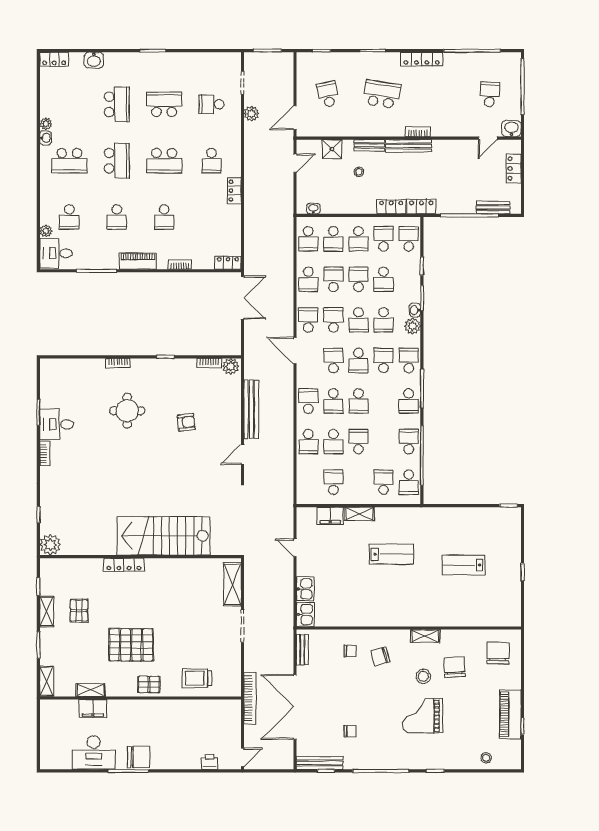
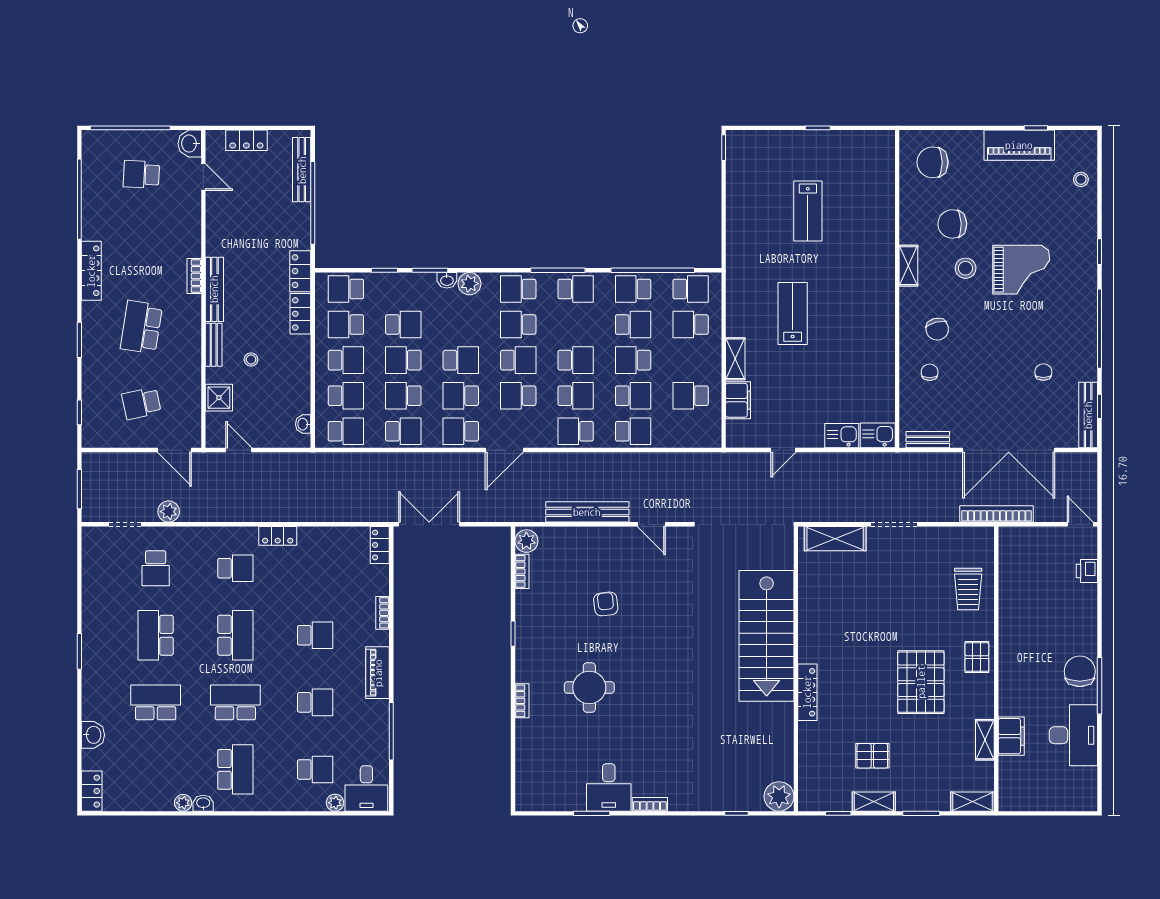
bench: (493, 208) -> (302, 170), width x1.36
school desk: (384, 320) -> (633, 325), moved
grand piano: (422, 716) -> (1021, 270), turned -90

